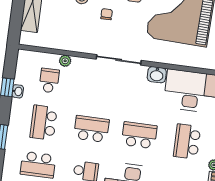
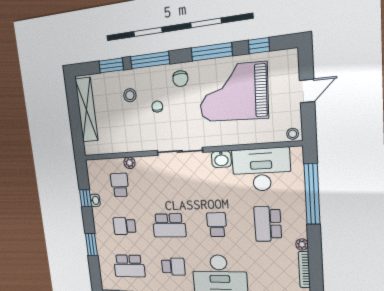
school desk: (44, 123) -> (125, 226), width x0.54
school desk: (91, 129) -> (169, 225), turned 180
school desk: (139, 135) -> (217, 225), width x0.54

